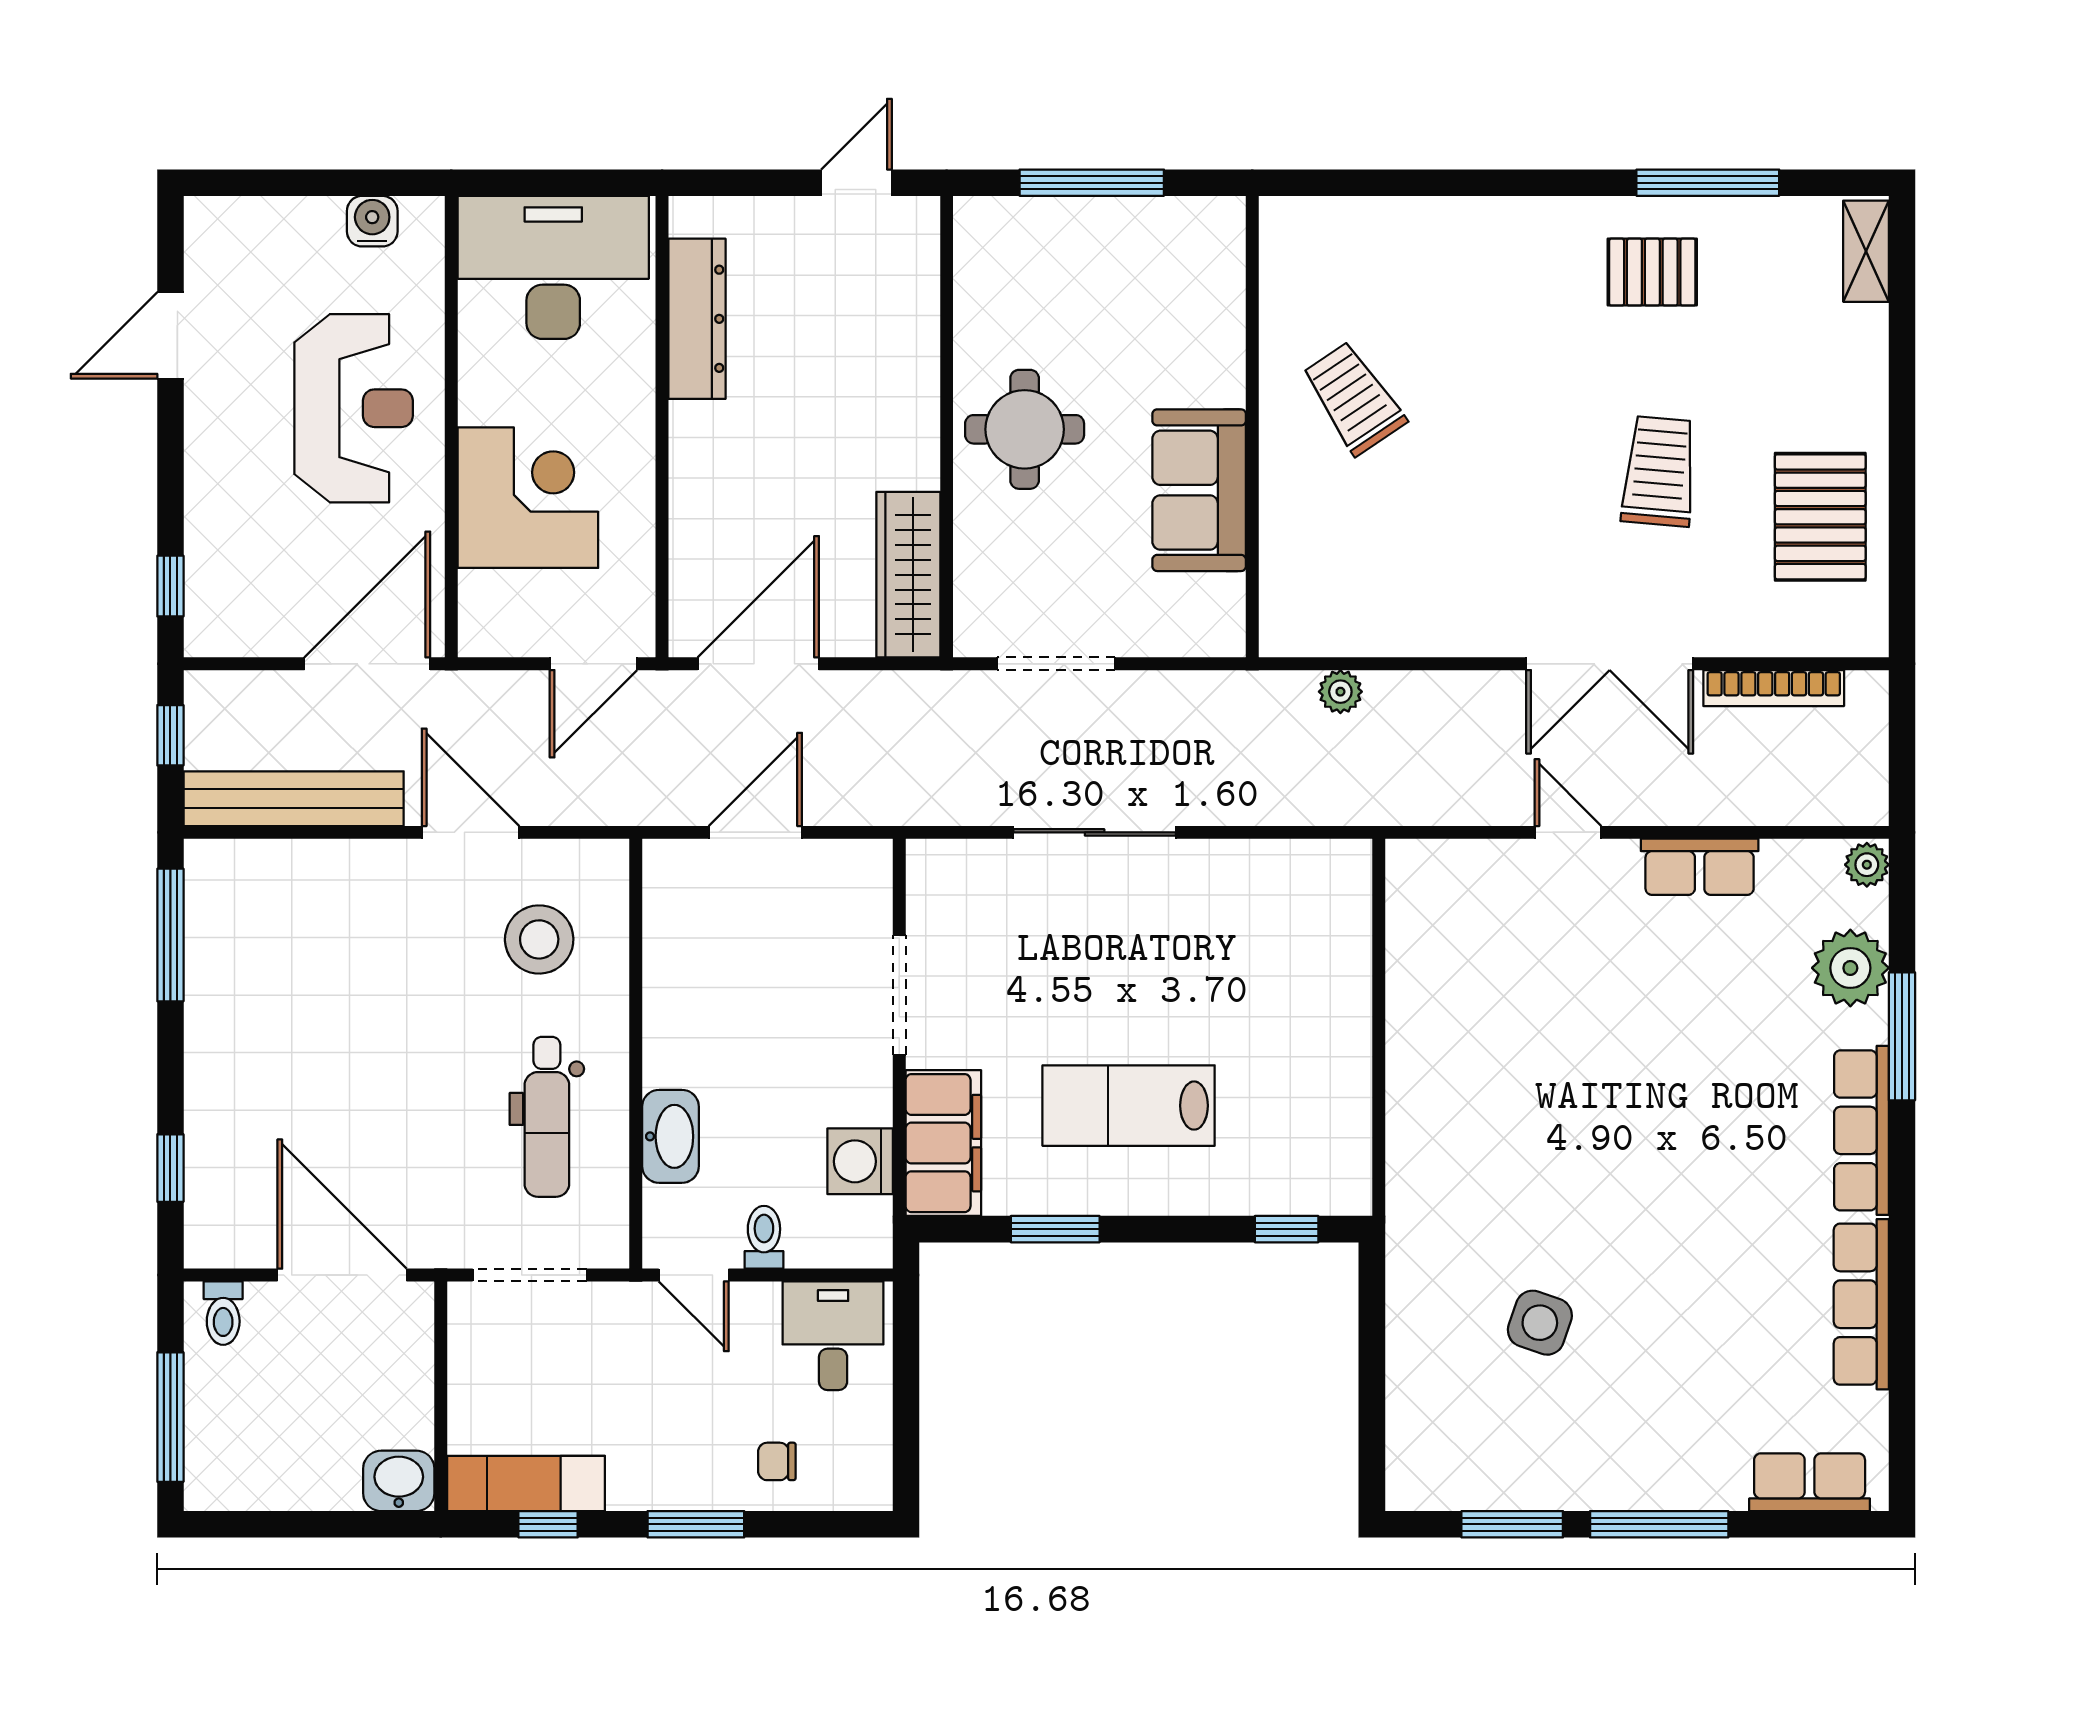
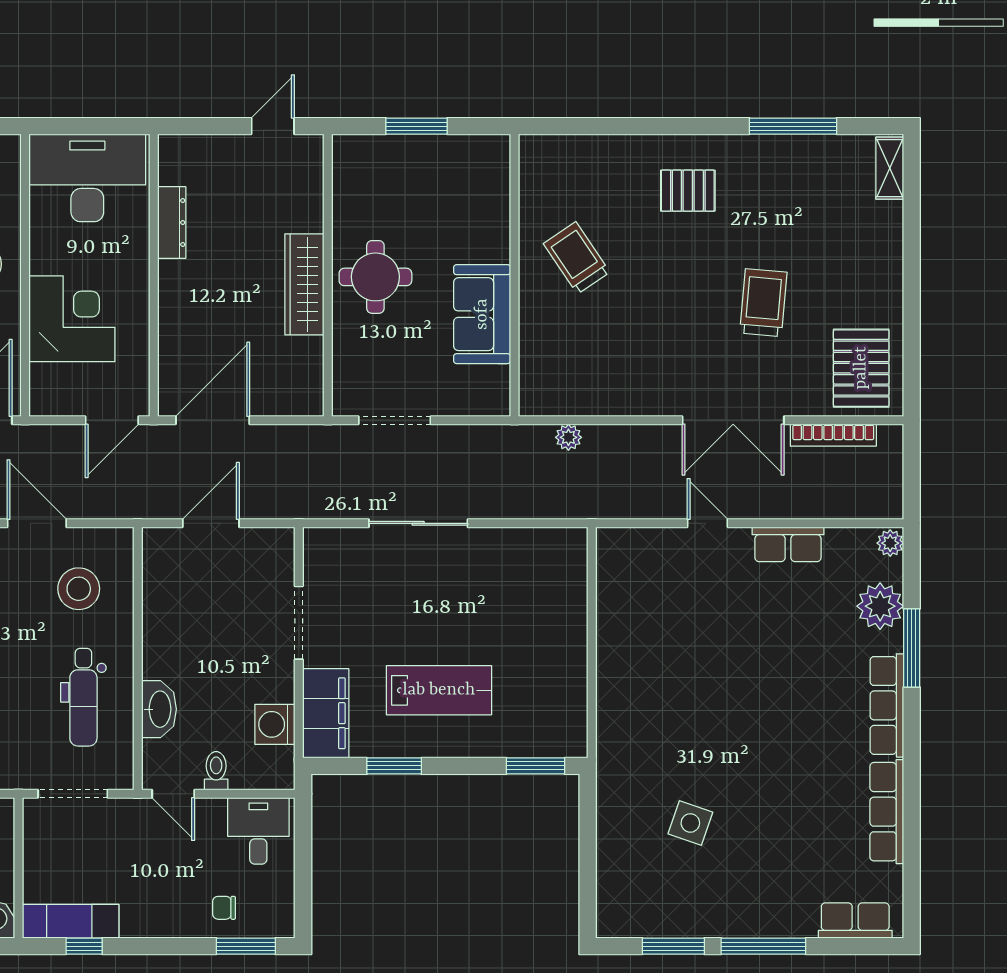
window: (1092, 183) -> (416, 126), width x0.69
pallet: (1652, 272) -> (688, 191), moved
dresser: (697, 319) -> (172, 223), width x0.73, depth x0.80
pallet: (1820, 517) -> (861, 368), moved
wardrobe: (908, 575) -> (304, 284), moved
lab bench: (1129, 1106) -> (439, 690), turned 180
window: (1287, 1229) -> (536, 766), width x1.50
window: (696, 1524) -> (246, 946), moved

